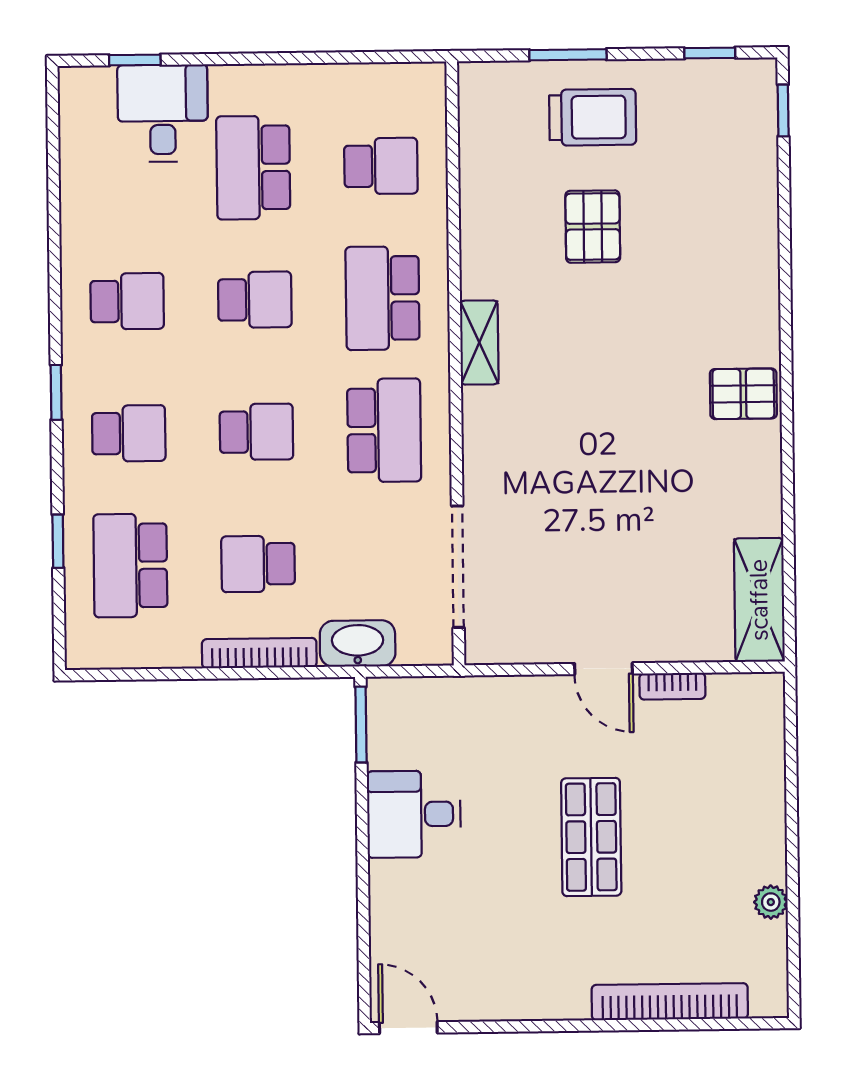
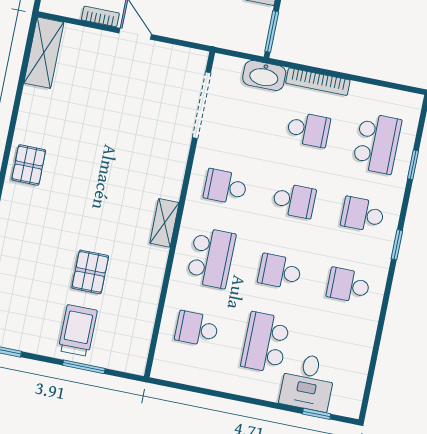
trolley: (593, 117) -> (78, 331), turned 90
school desk: (253, 168) -> (265, 343), turned 180
pallet: (743, 394) -> (29, 165), turned 90
school desk: (384, 430) -> (225, 187), width x0.54
school desk: (256, 432) -> (294, 201), turned 180

